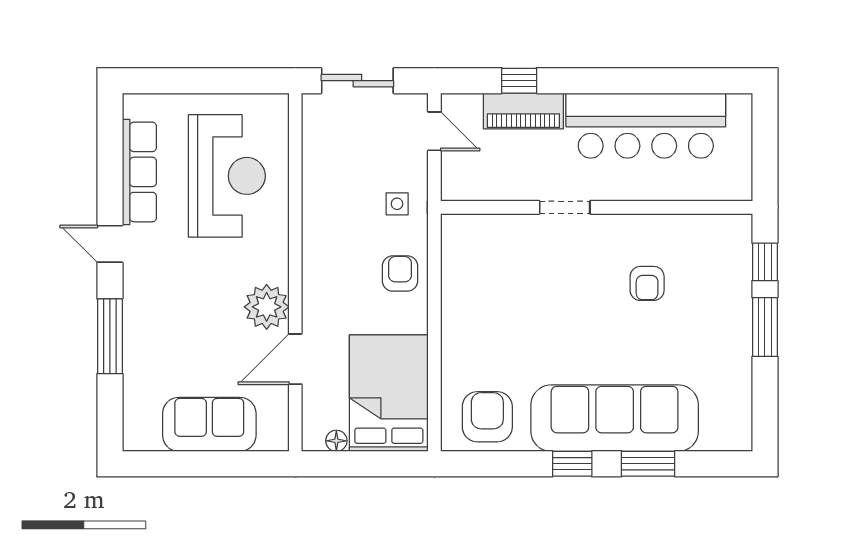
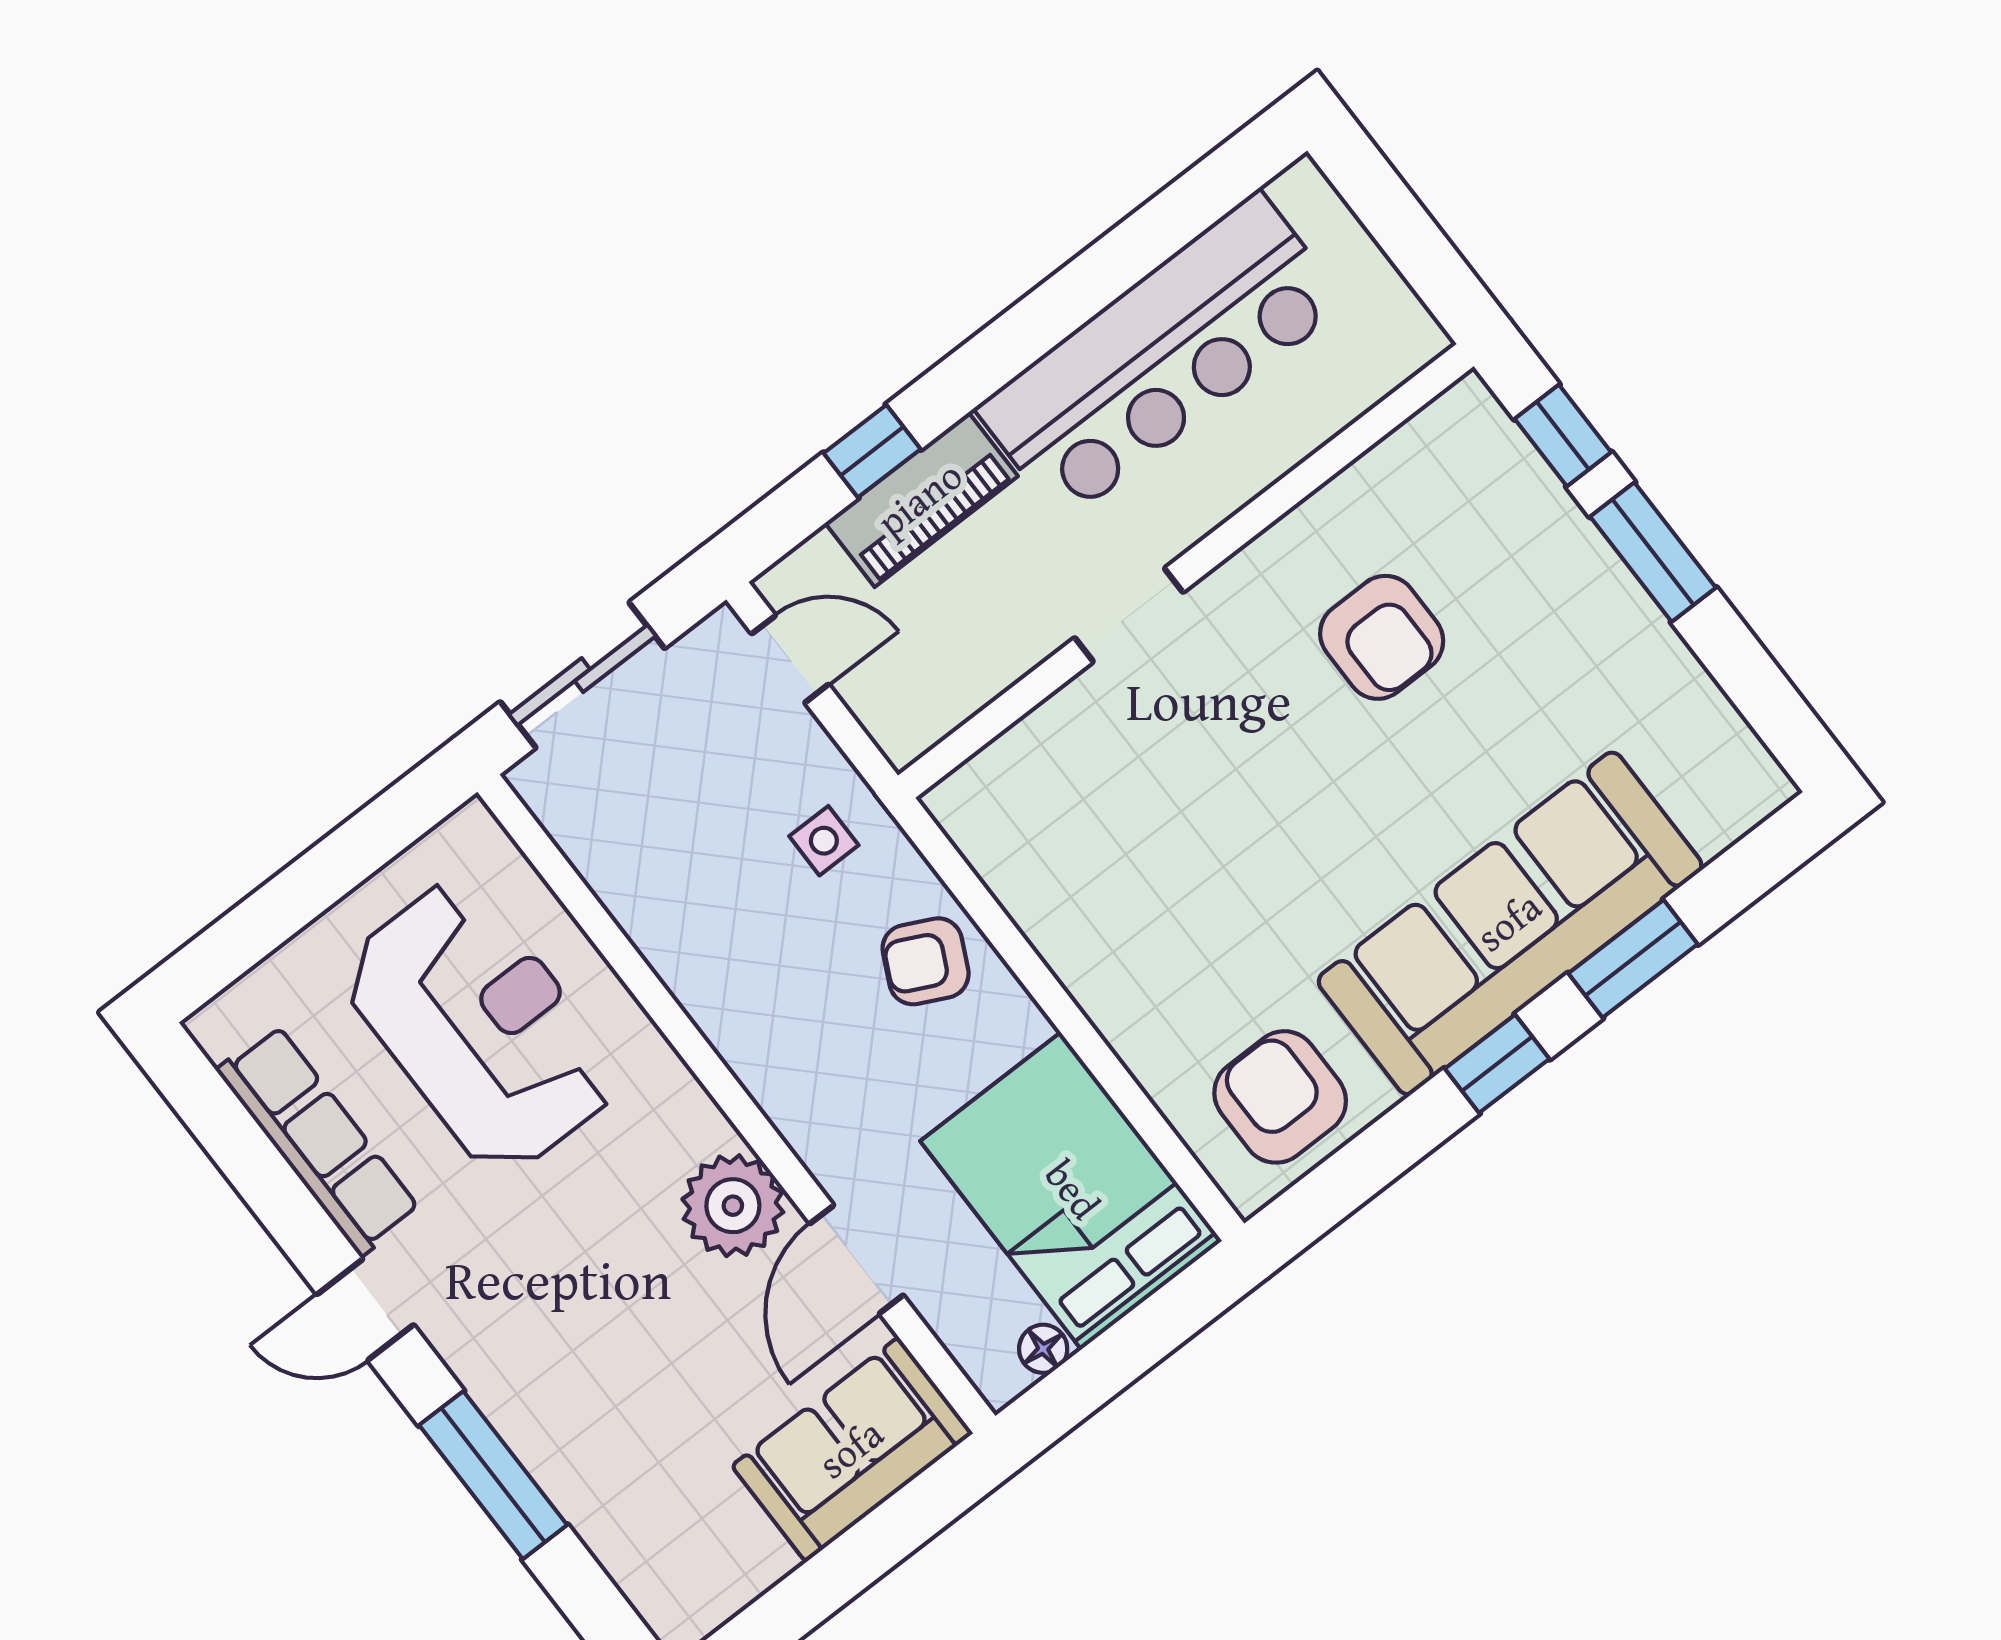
armchair: (400, 273) -> (926, 961), turned -64
armchair: (647, 283) -> (1382, 637), width x1.38, depth x1.38
sofa: (209, 424) -> (852, 1450), moved

